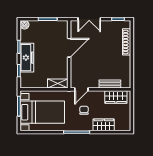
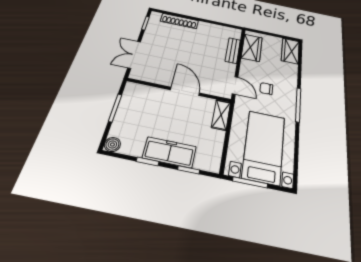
double door: (89, 19) -> (134, 55), swing flipped
door: (69, 48) -> (185, 91), moved
wardrobe: (104, 125) -> (290, 51), moved

